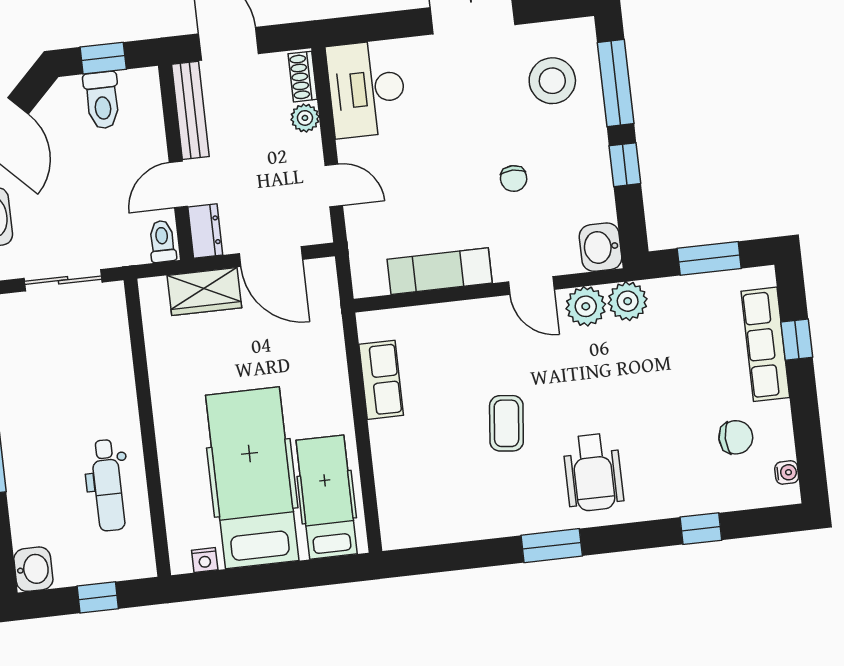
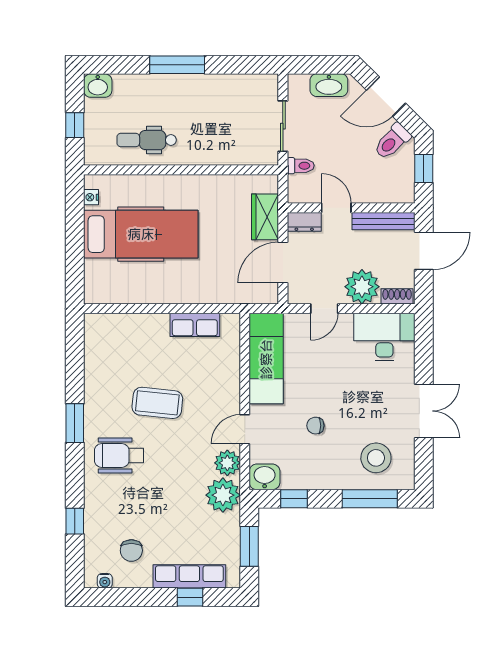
toilet: (102, 100) -> (392, 141), moved, turned -45
plant: (305, 118) -> (362, 287), width x1.87, depth x1.87
window: (625, 165) -> (294, 499), moved
toilet: (162, 241) -> (301, 166), moved
exam couch: (440, 271) -> (266, 359), width x1.36, depth x1.45
plant: (628, 301) -> (223, 495), width x1.36, depth x1.36
coffee table: (506, 423) -> (157, 403), width x1.36, depth x1.30
hospital bed: (327, 497) -> (123, 281), removed

